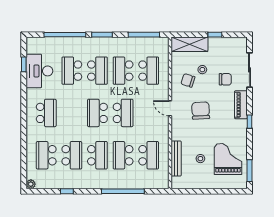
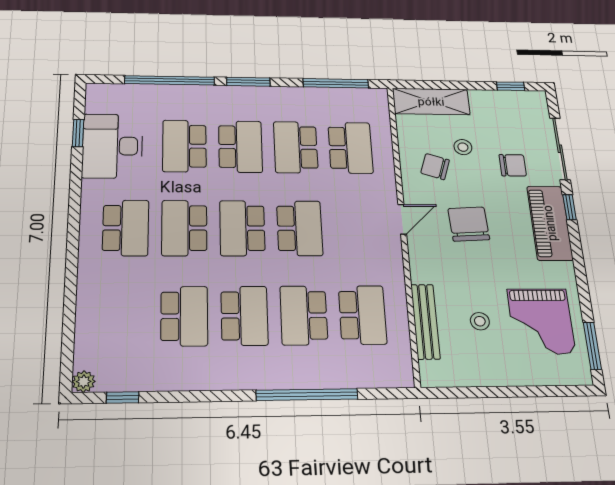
window: (215, 35) -> (511, 86), moved
piano: (241, 105) -> (550, 223), width x1.37, depth x1.33
door: (170, 108) -> (402, 219), swing flipped
window: (250, 122) -> (570, 207), moved
school desk: (46, 155) -> (184, 228), moved
grand piano: (228, 159) -> (541, 321), turned 180
window: (67, 191) -> (123, 397), moved

